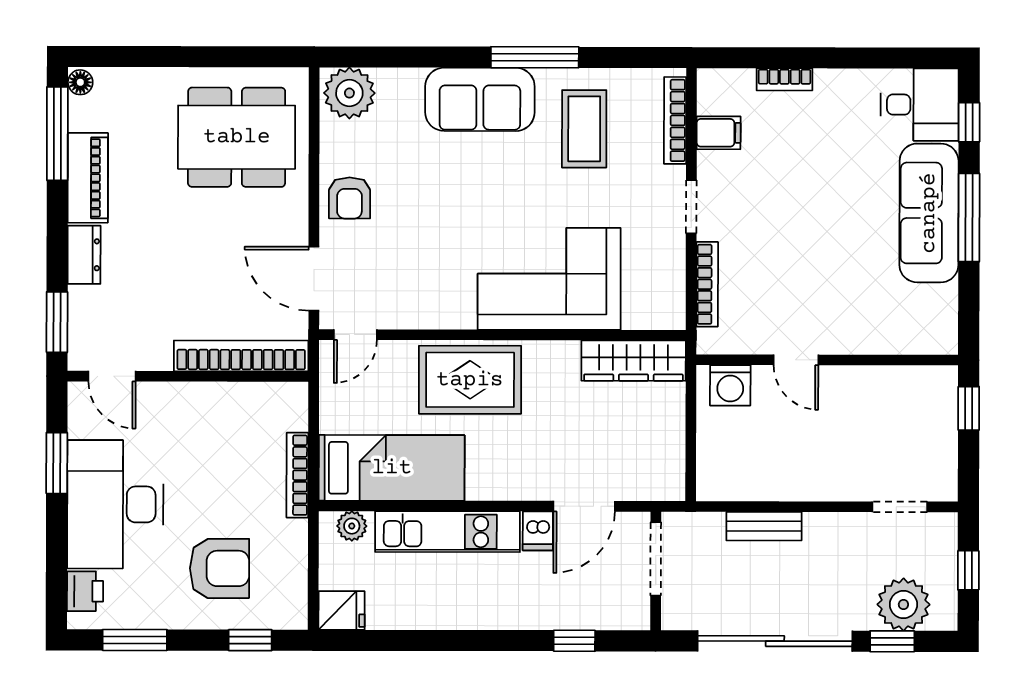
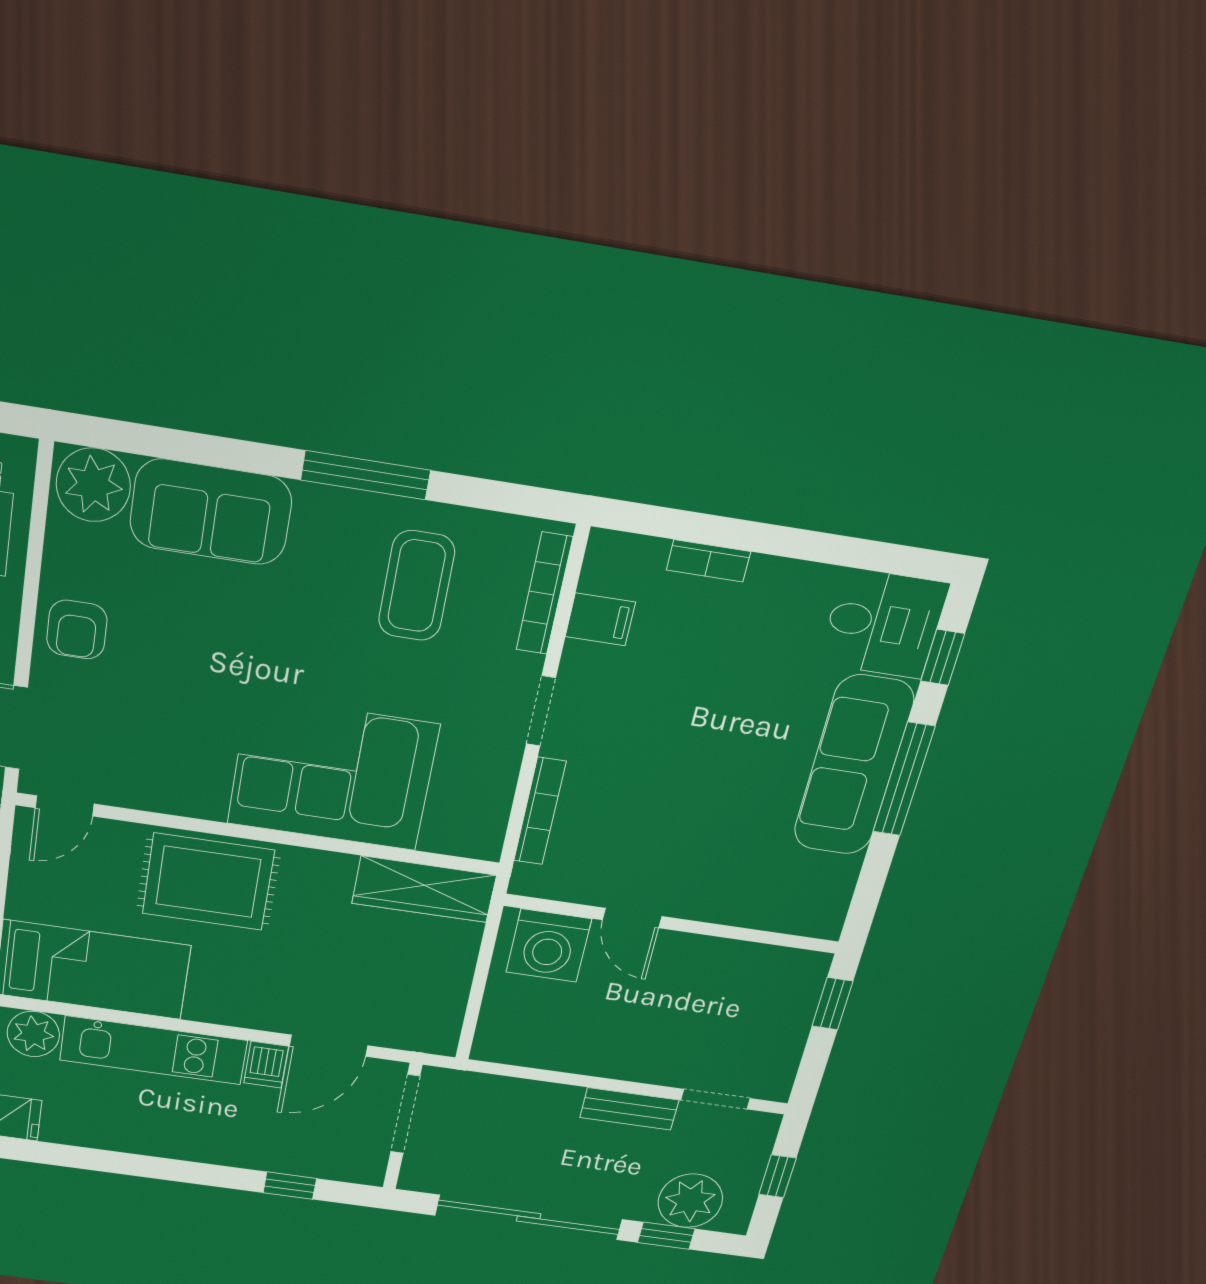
sofa: (480, 99) -> (211, 512), moved
washing machine: (730, 385) -> (549, 946), width x1.37, depth x1.37
plant: (352, 526) -> (33, 1034), width x1.38, depth x1.38
bench: (764, 526) -> (629, 1109), moved

